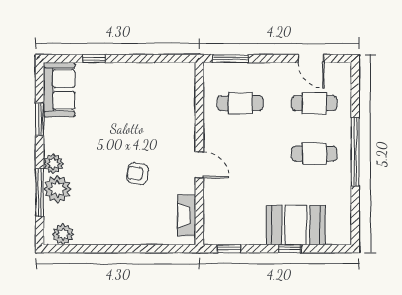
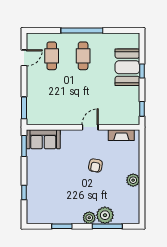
window: (169, 59) -> (24, 146), added
sofa: (59, 90) -> (43, 139), moved, turned 180
cafe table: (240, 103) -> (52, 102), removed
plant: (63, 234) -> (133, 180), moved

